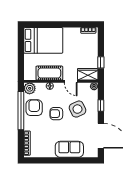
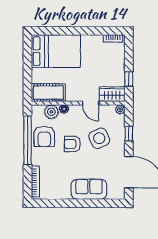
cot: (49, 73) -> (48, 93), moved
plant: (30, 88) -> (51, 112), moved
armchair: (34, 108) -> (44, 136), turned 180

